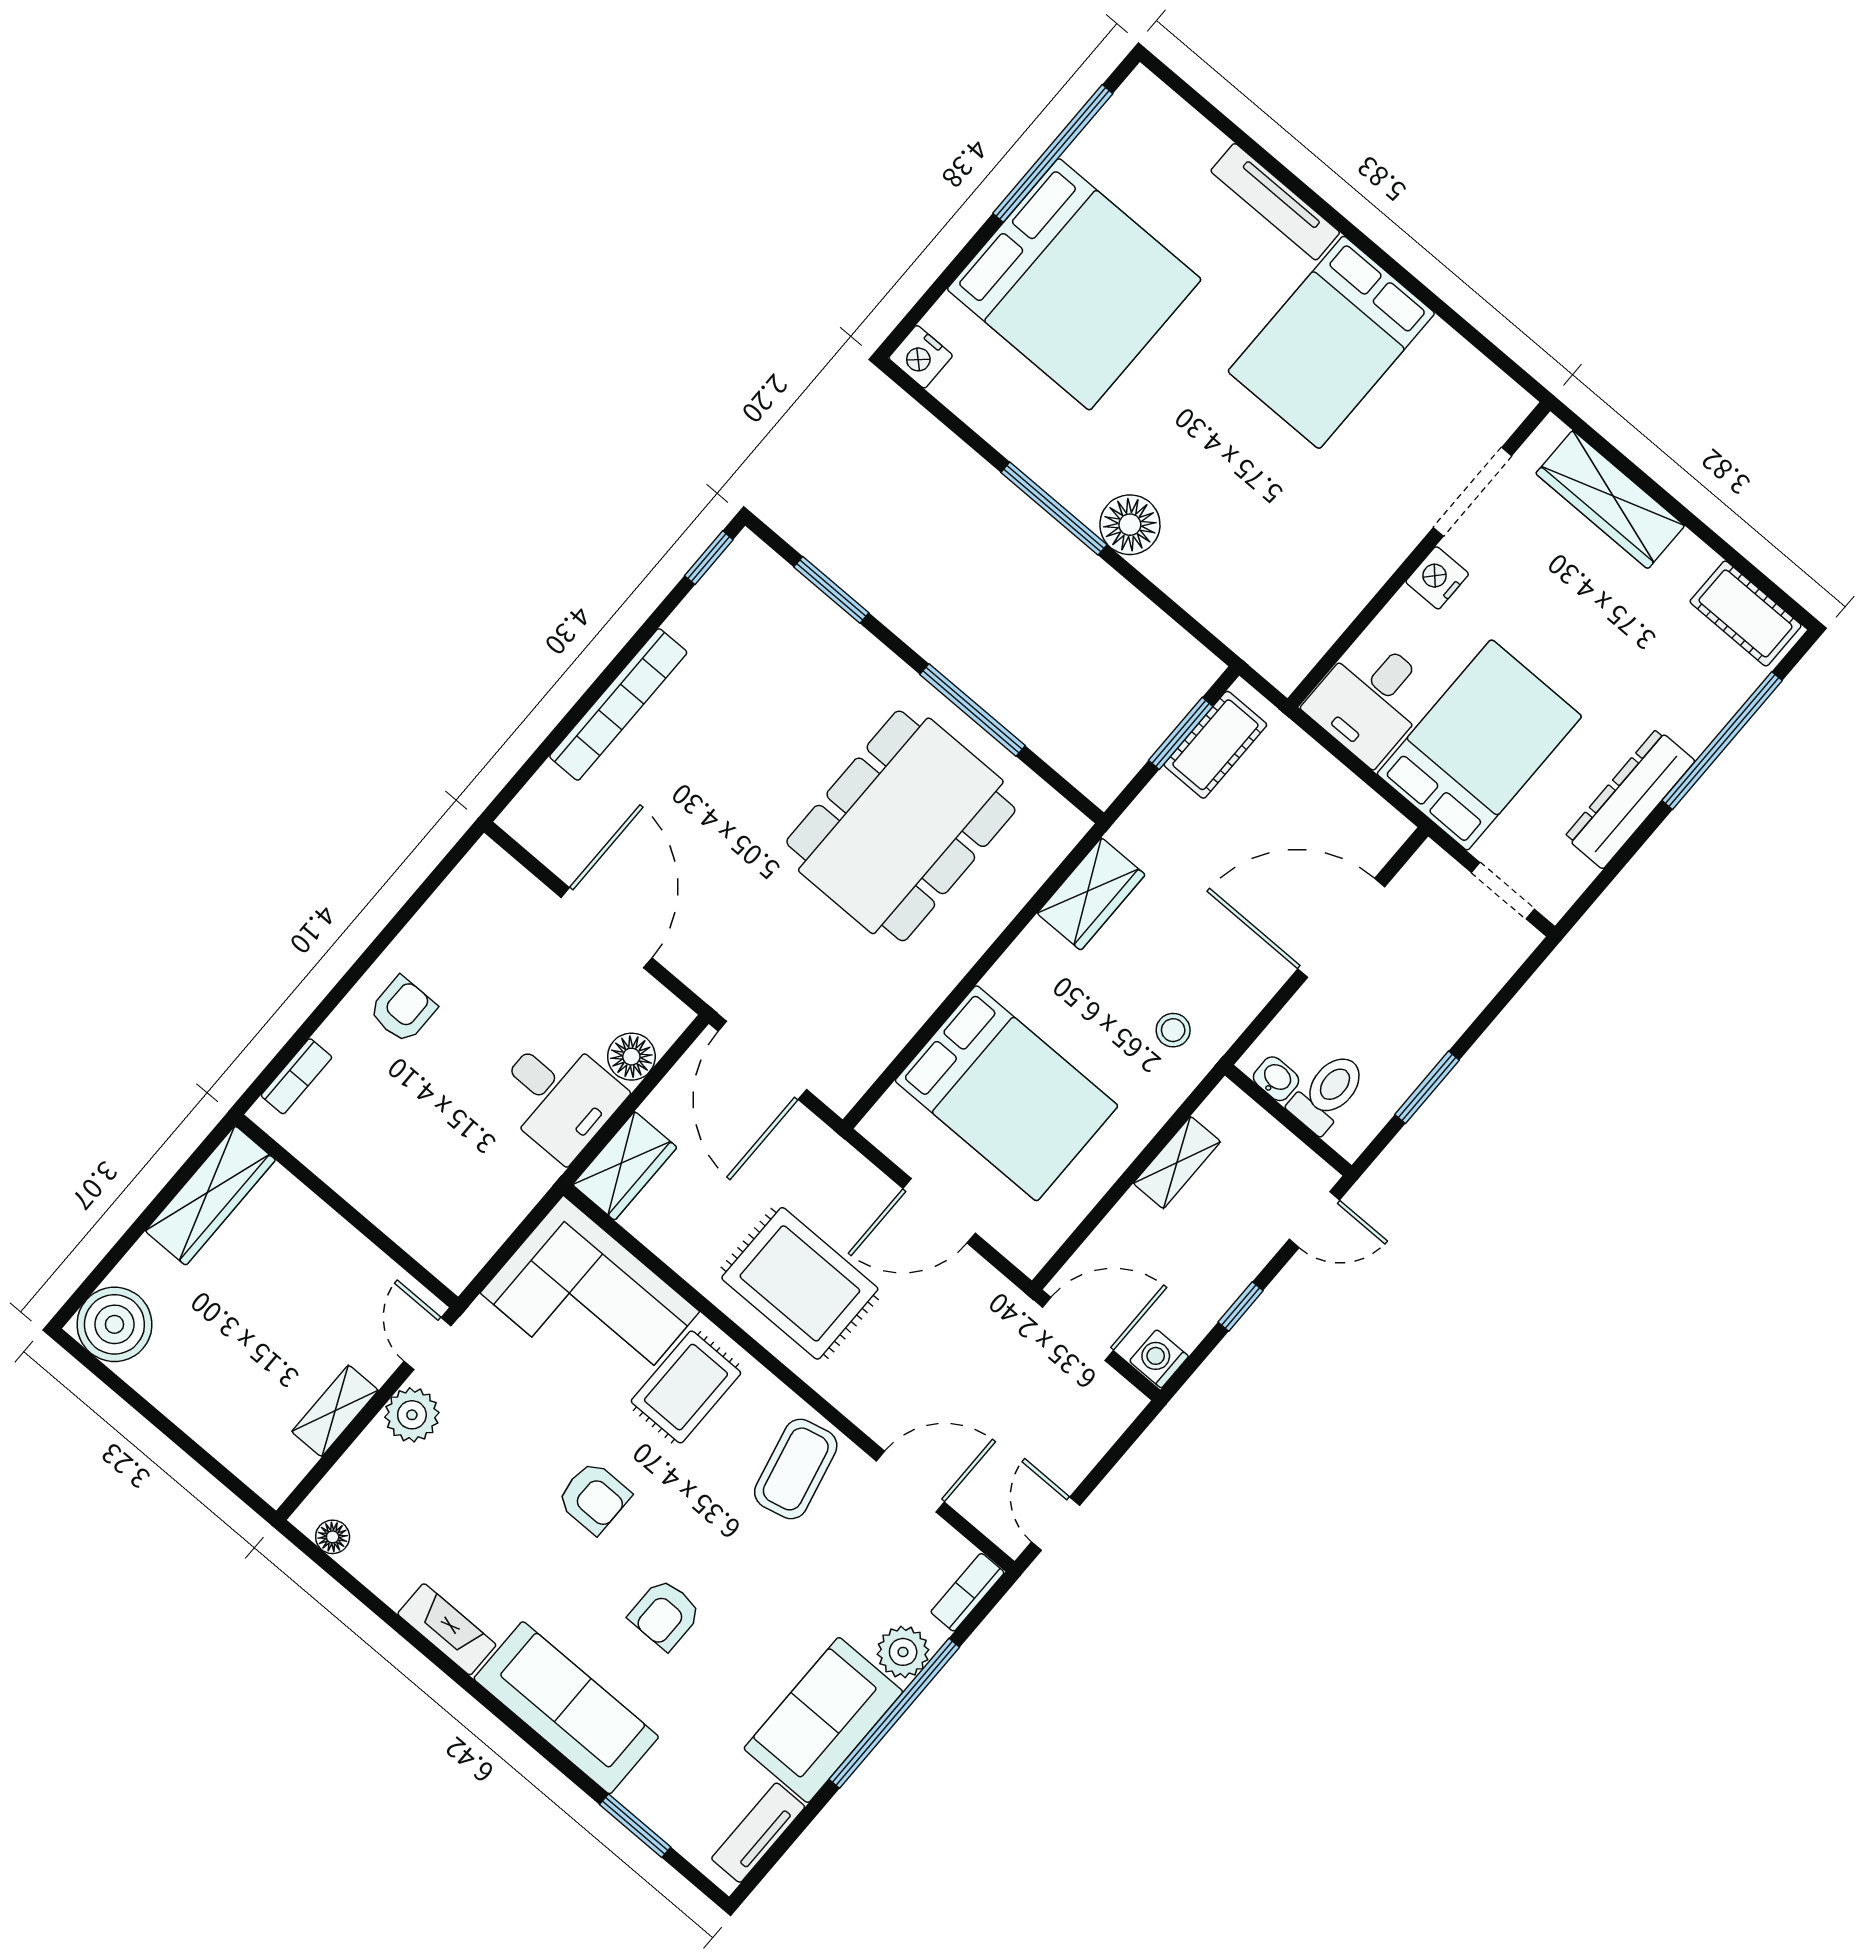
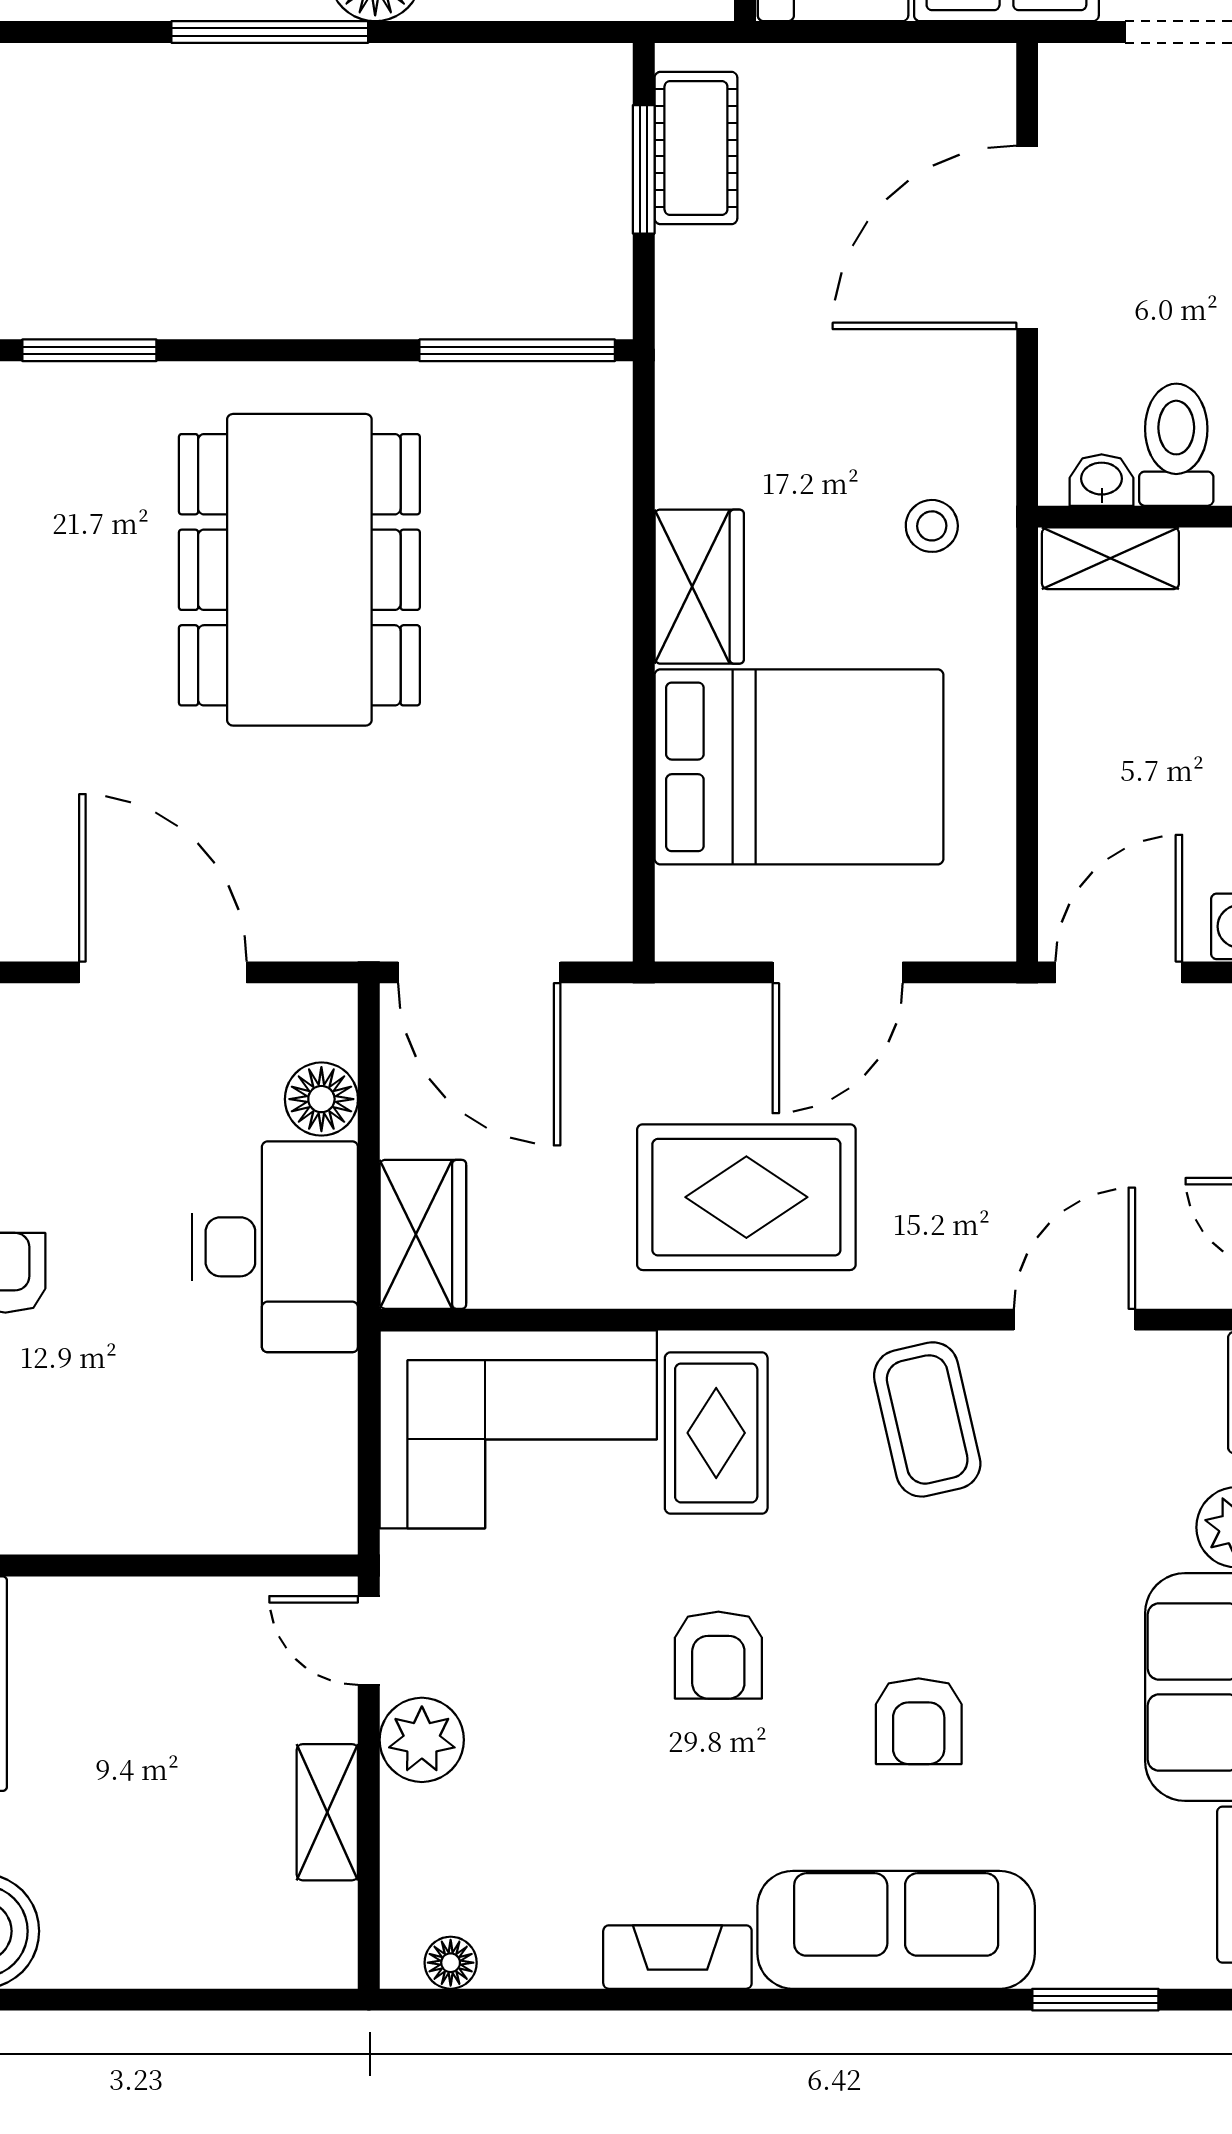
window: (972, 710) -> (517, 350), moved
dining table: (901, 826) -> (299, 570), moved
wardrobe: (1091, 894) -> (699, 587), moved
desk: (559, 1096) -> (275, 1247), width x1.37
shelving: (1177, 1163) -> (1110, 558), moved, turned 90
armchair: (594, 1497) -> (718, 1655), turned 90

